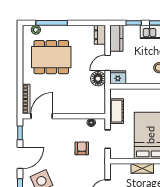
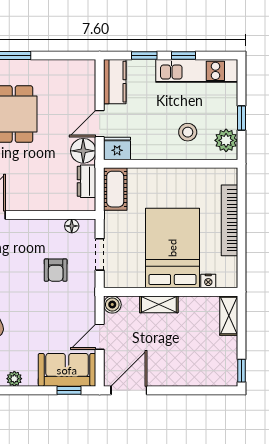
dresser: (100, 35) -> (86, 181), moved
cot: (117, 111) -> (115, 189), moved
armchair: (82, 148) -> (56, 270), turned 180
boiler: (115, 169) -> (112, 305), added

